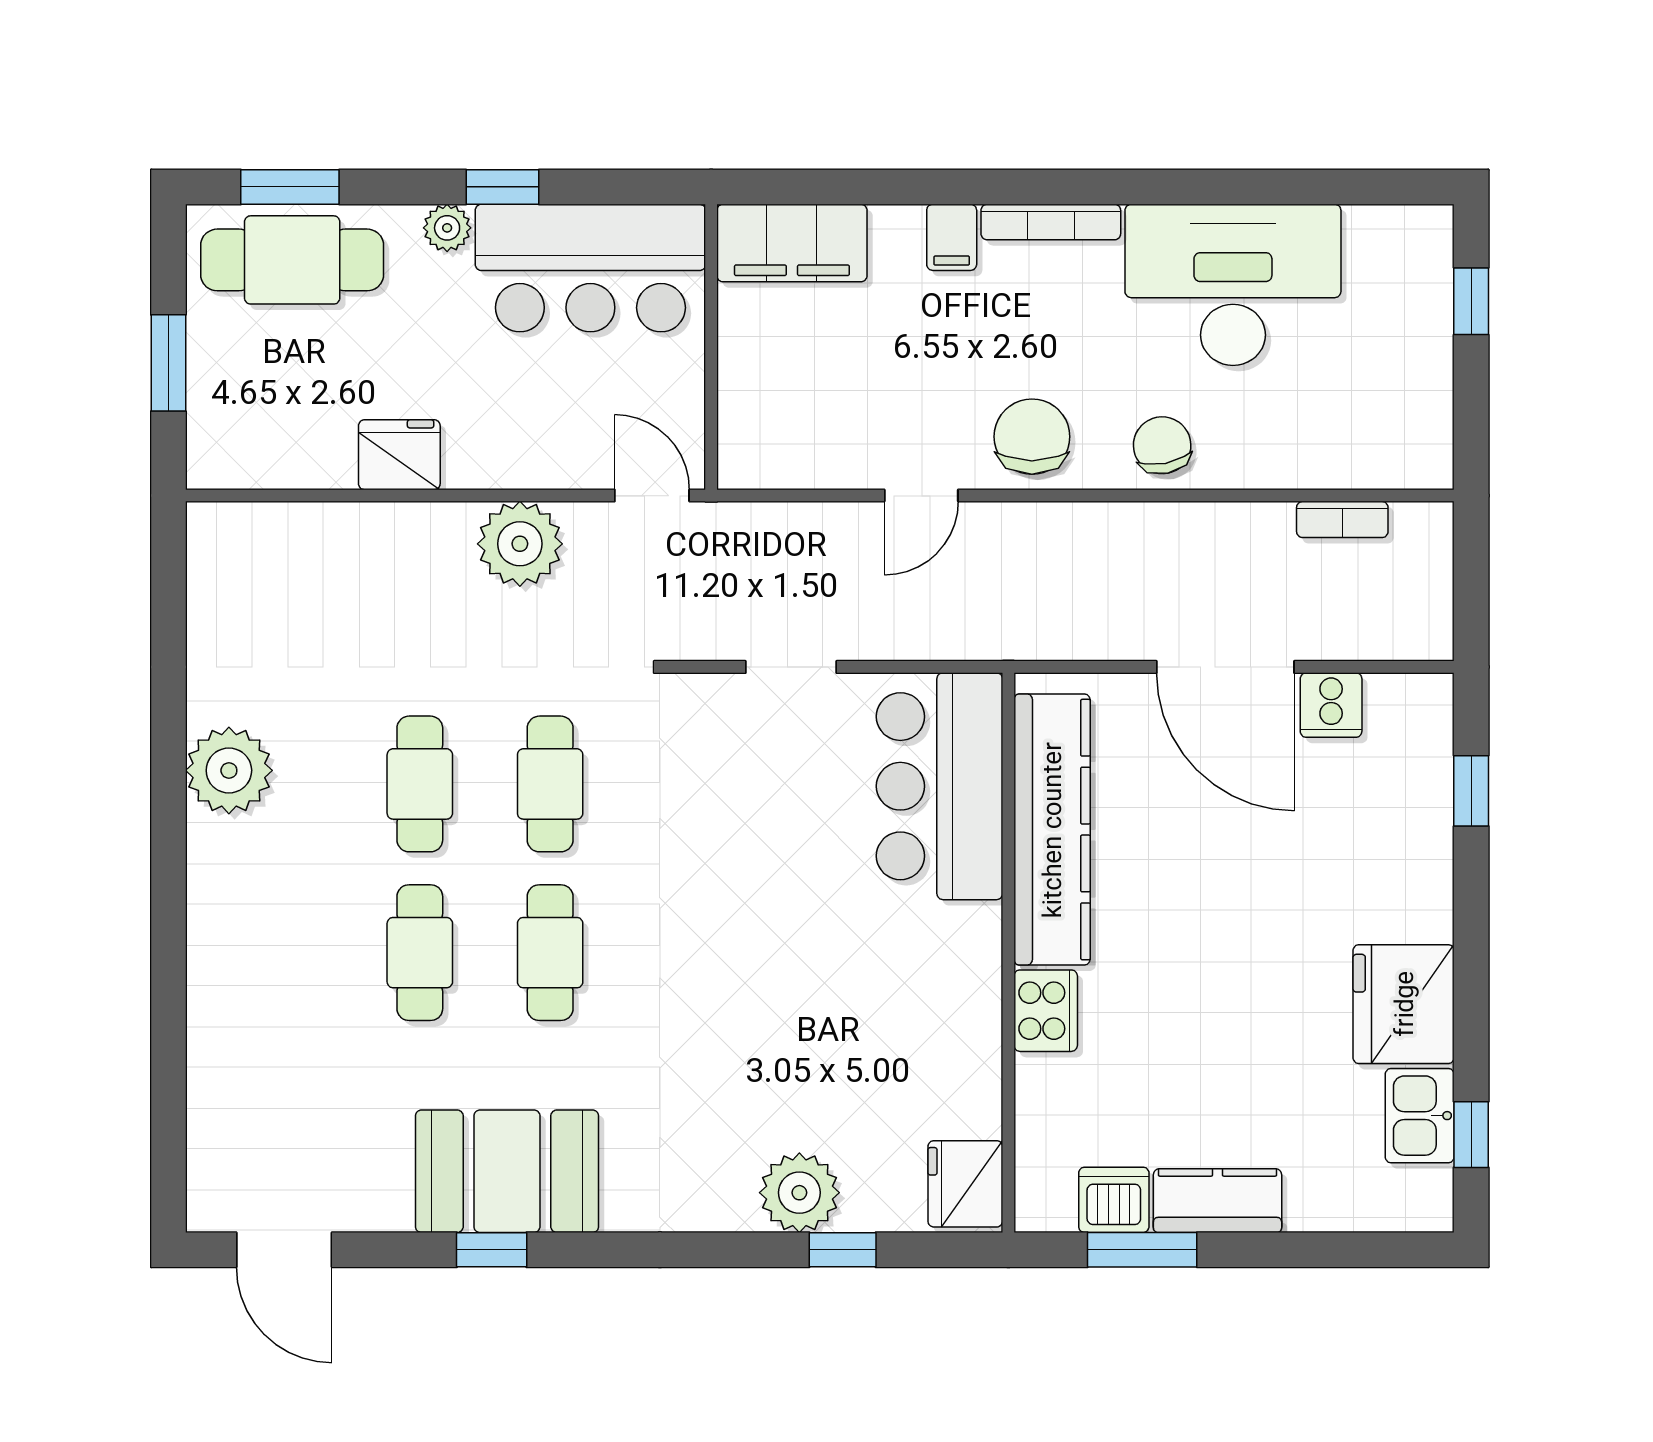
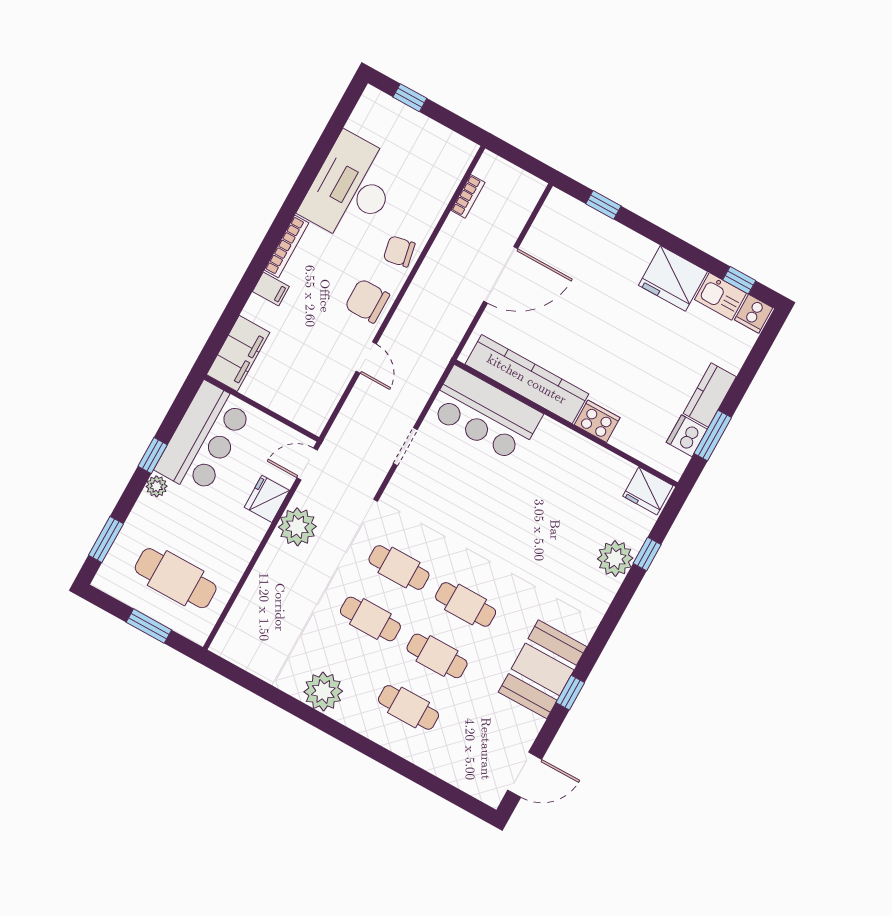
cafe table: (292, 260) -> (176, 578), moved, turned 90
fridge: (399, 455) -> (267, 499), moved
cooker: (1331, 705) -> (754, 314), moved, turned 90
cafe table: (289, 953) -> (408, 707), added

